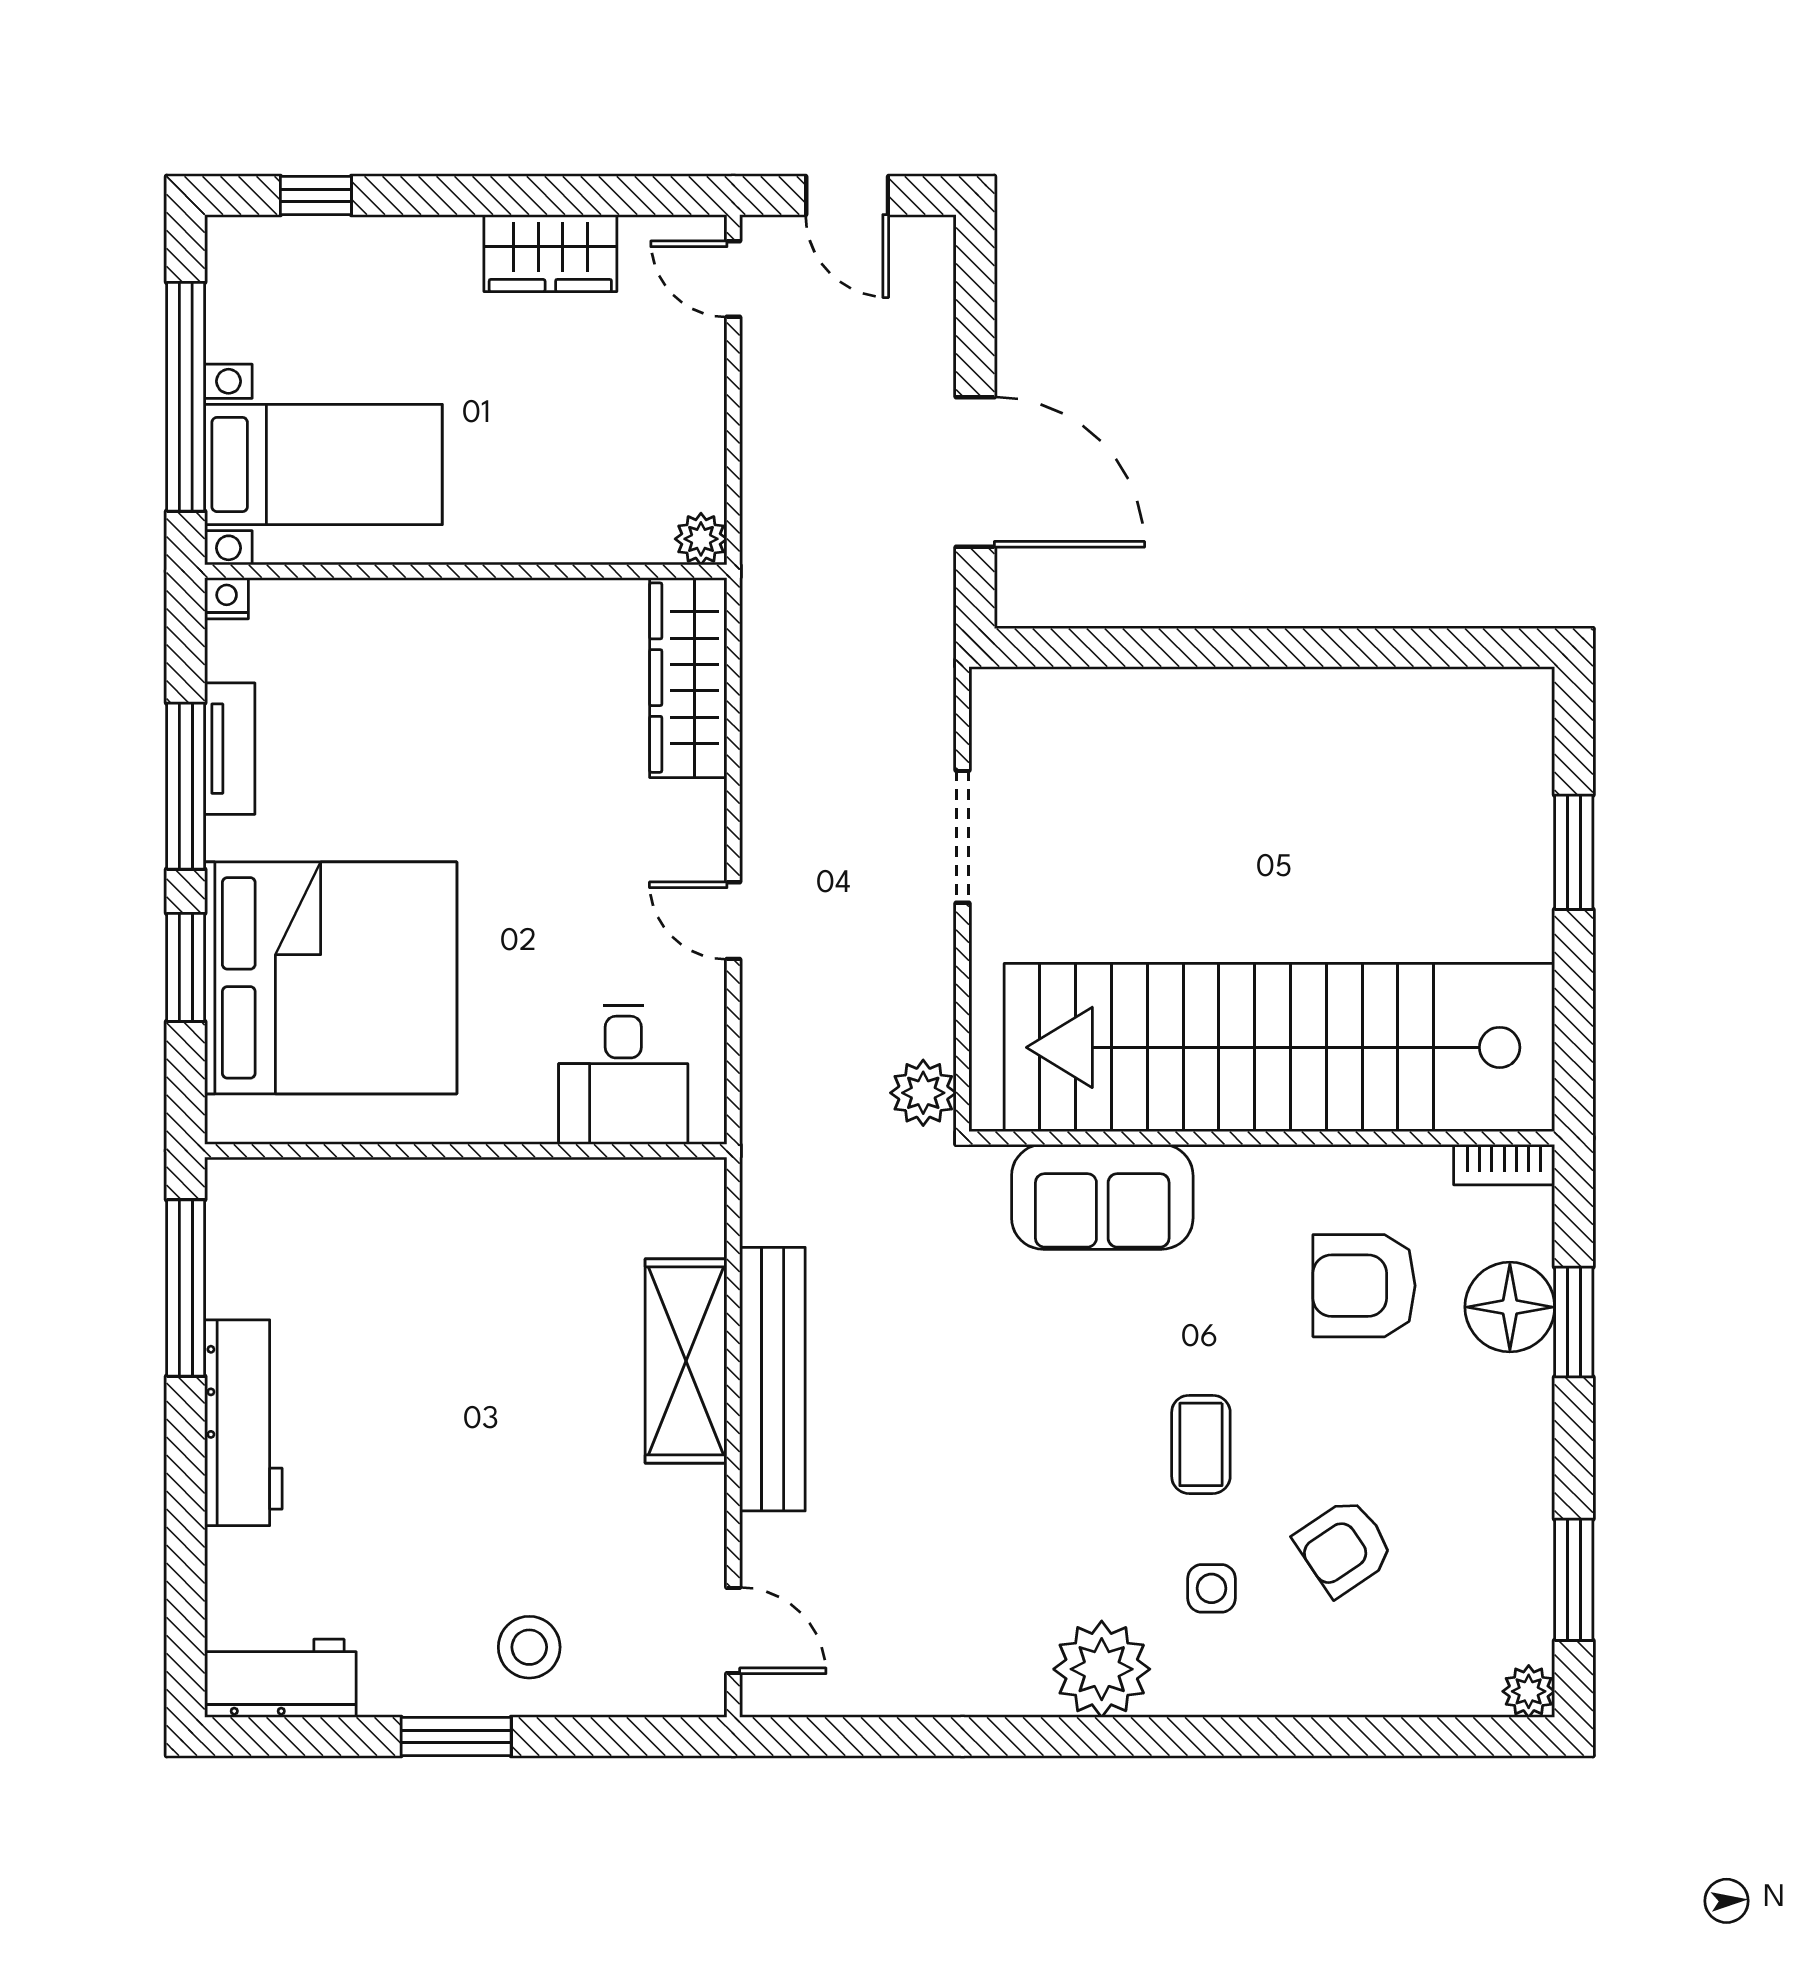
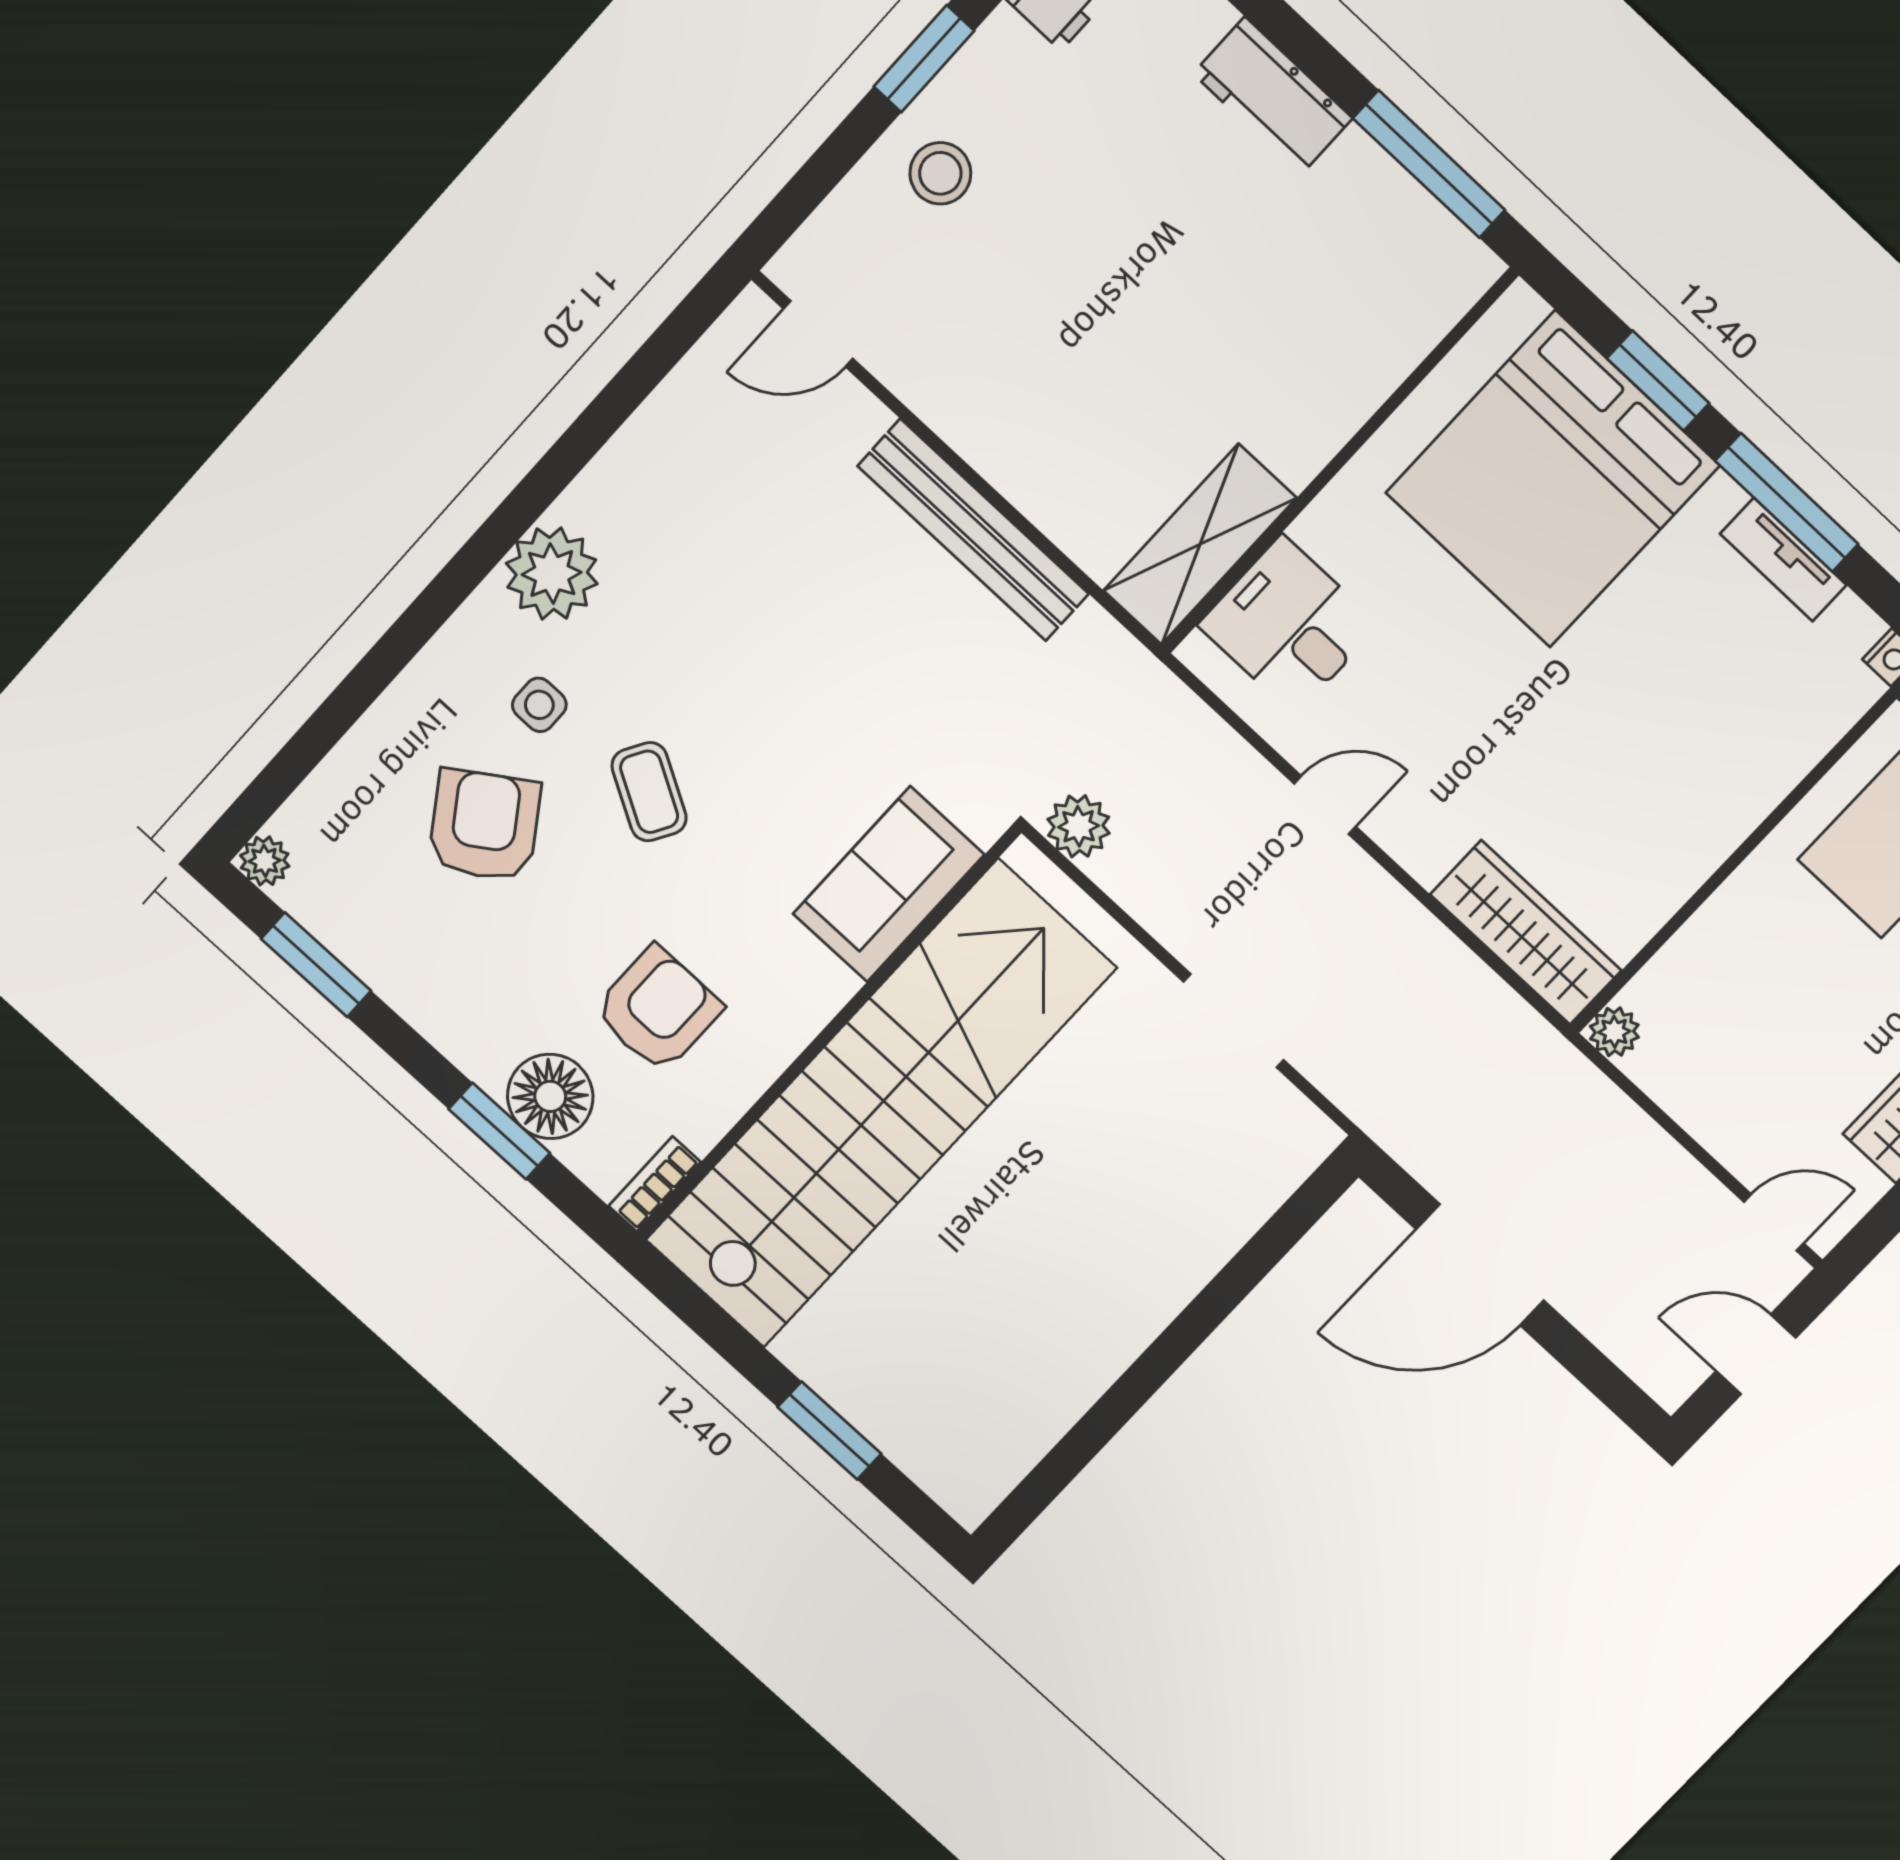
shelving: (686, 1361) -> (1200, 544), moved, turned 90
workbench: (243, 1423) -> (1273, 96), width x0.73
coffee table: (1201, 1444) -> (649, 792), turned 30
armchair: (1344, 1547) -> (484, 825), width x1.38, depth x1.38

